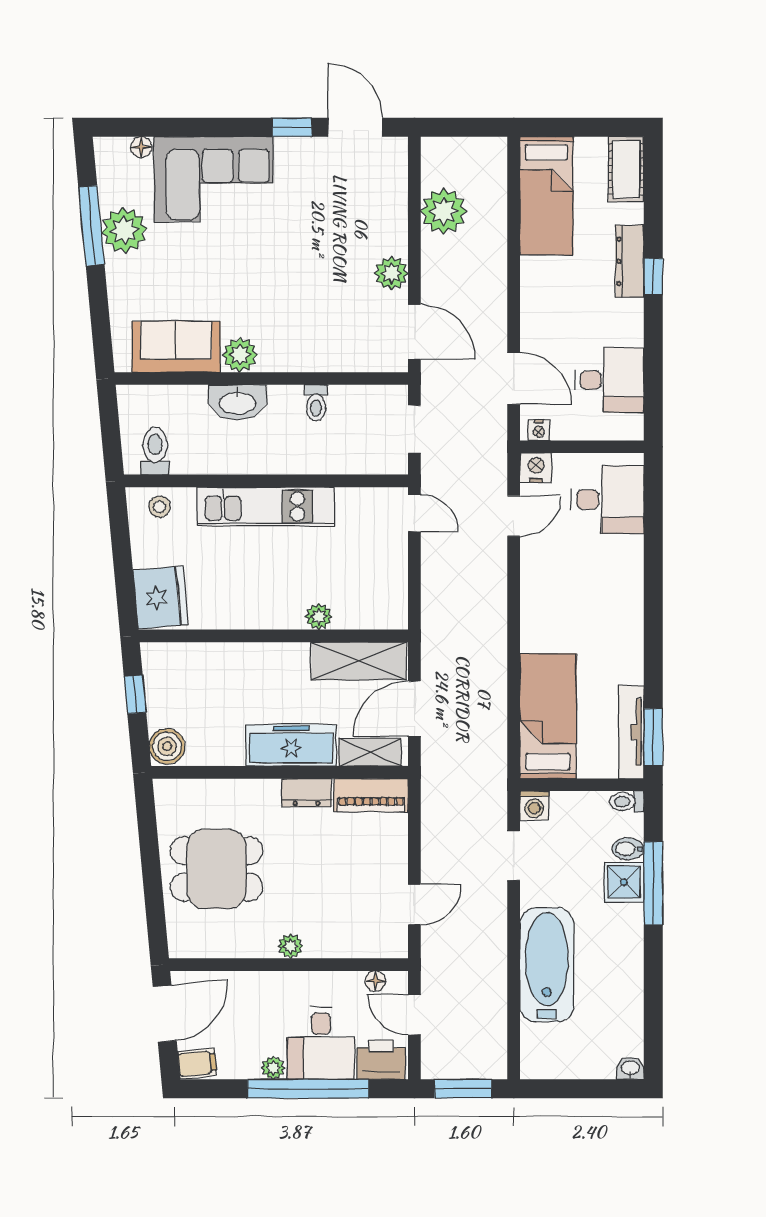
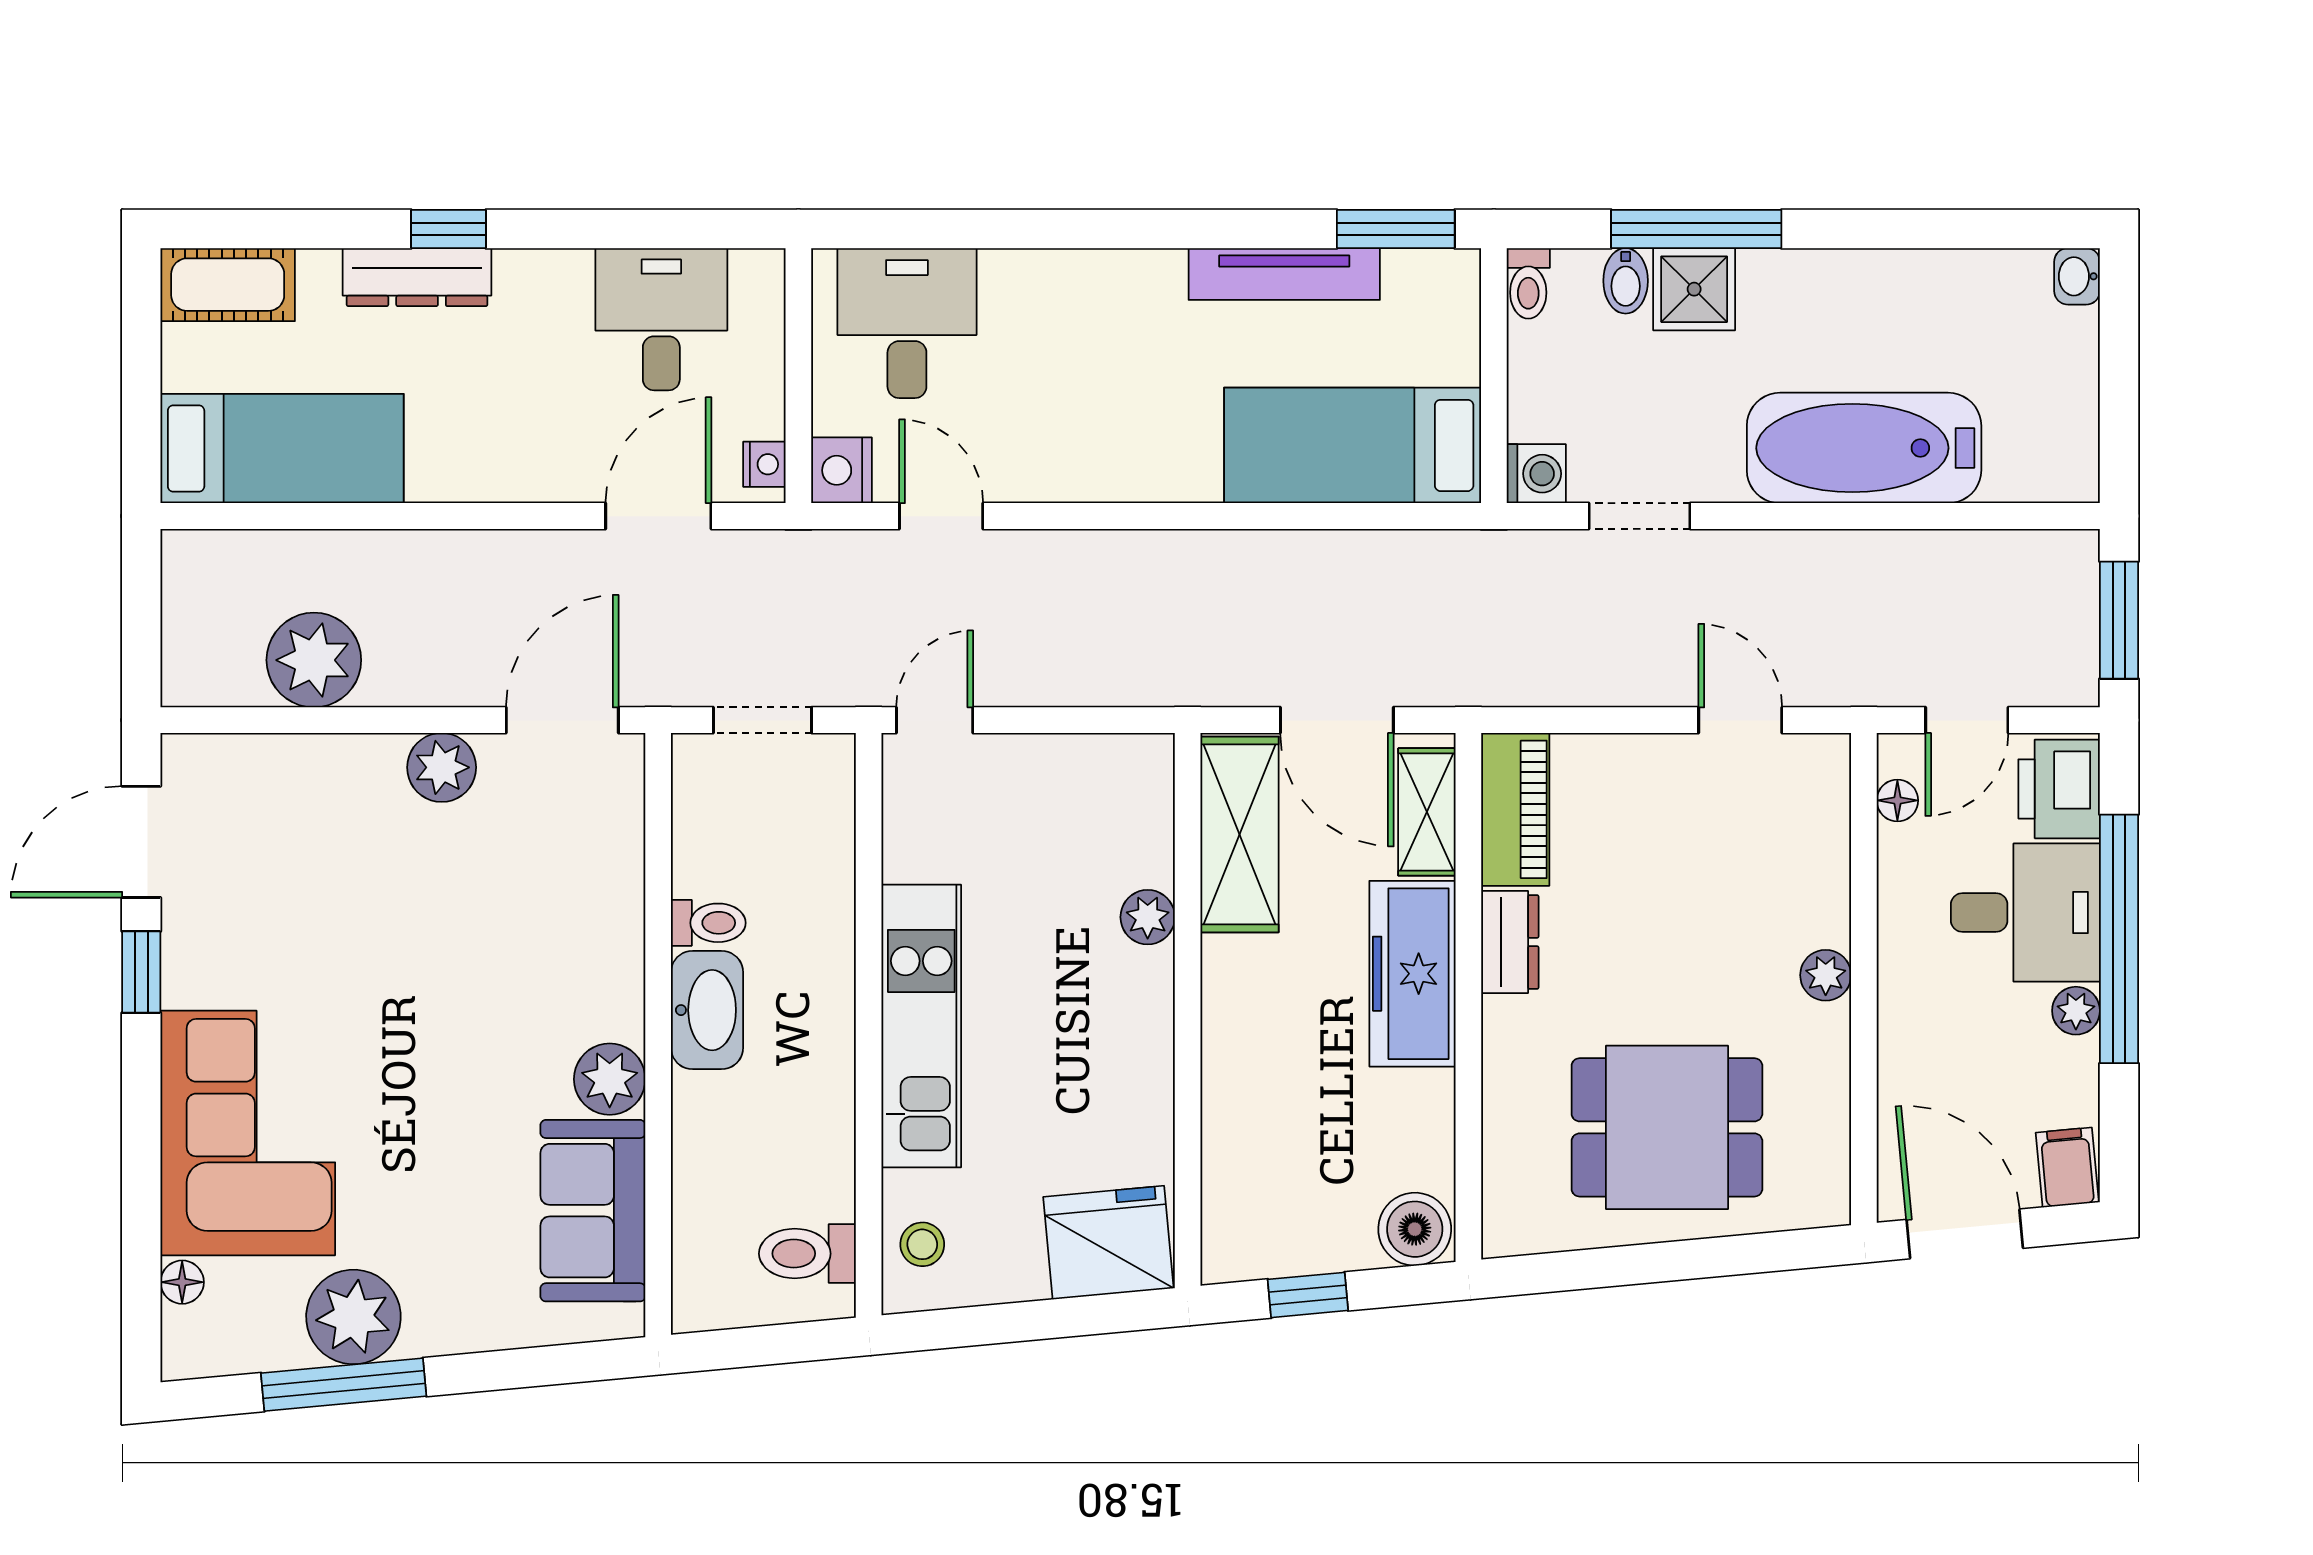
washbasin: (237, 402) -> (707, 1010), moved
tv unit: (631, 732) -> (1284, 274), moved
dining table: (216, 869) -> (1667, 1127), turned 90

